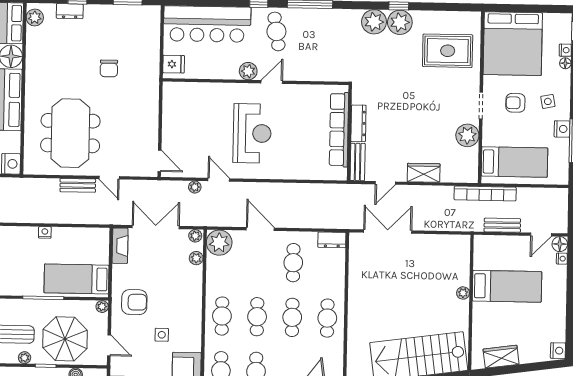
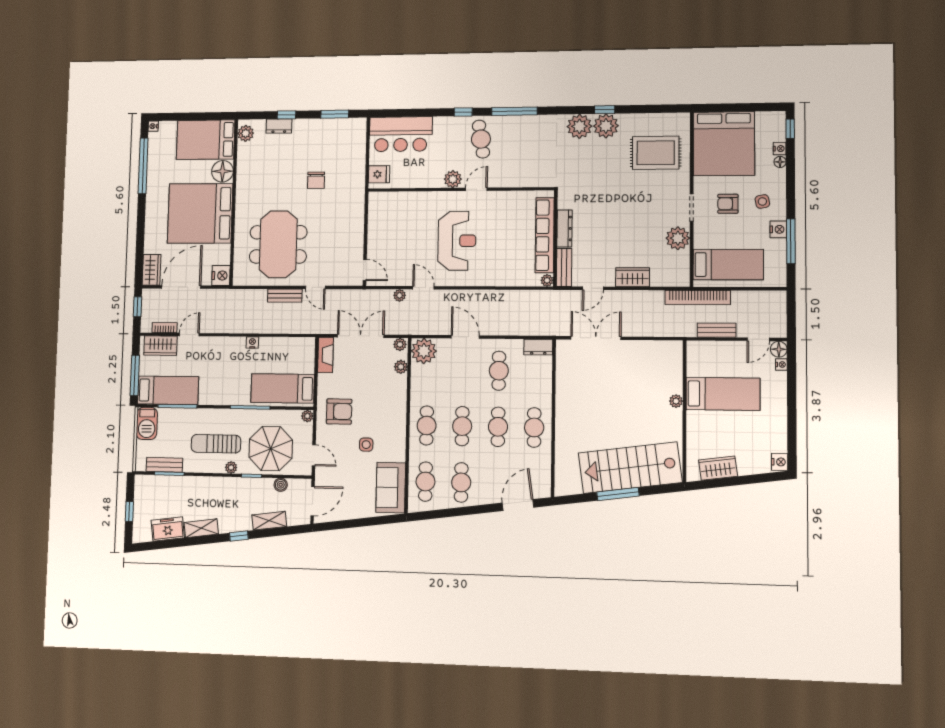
bar counter: (207, 24) -> (401, 134), width x0.73
plant: (341, 174) -> (547, 280), added

